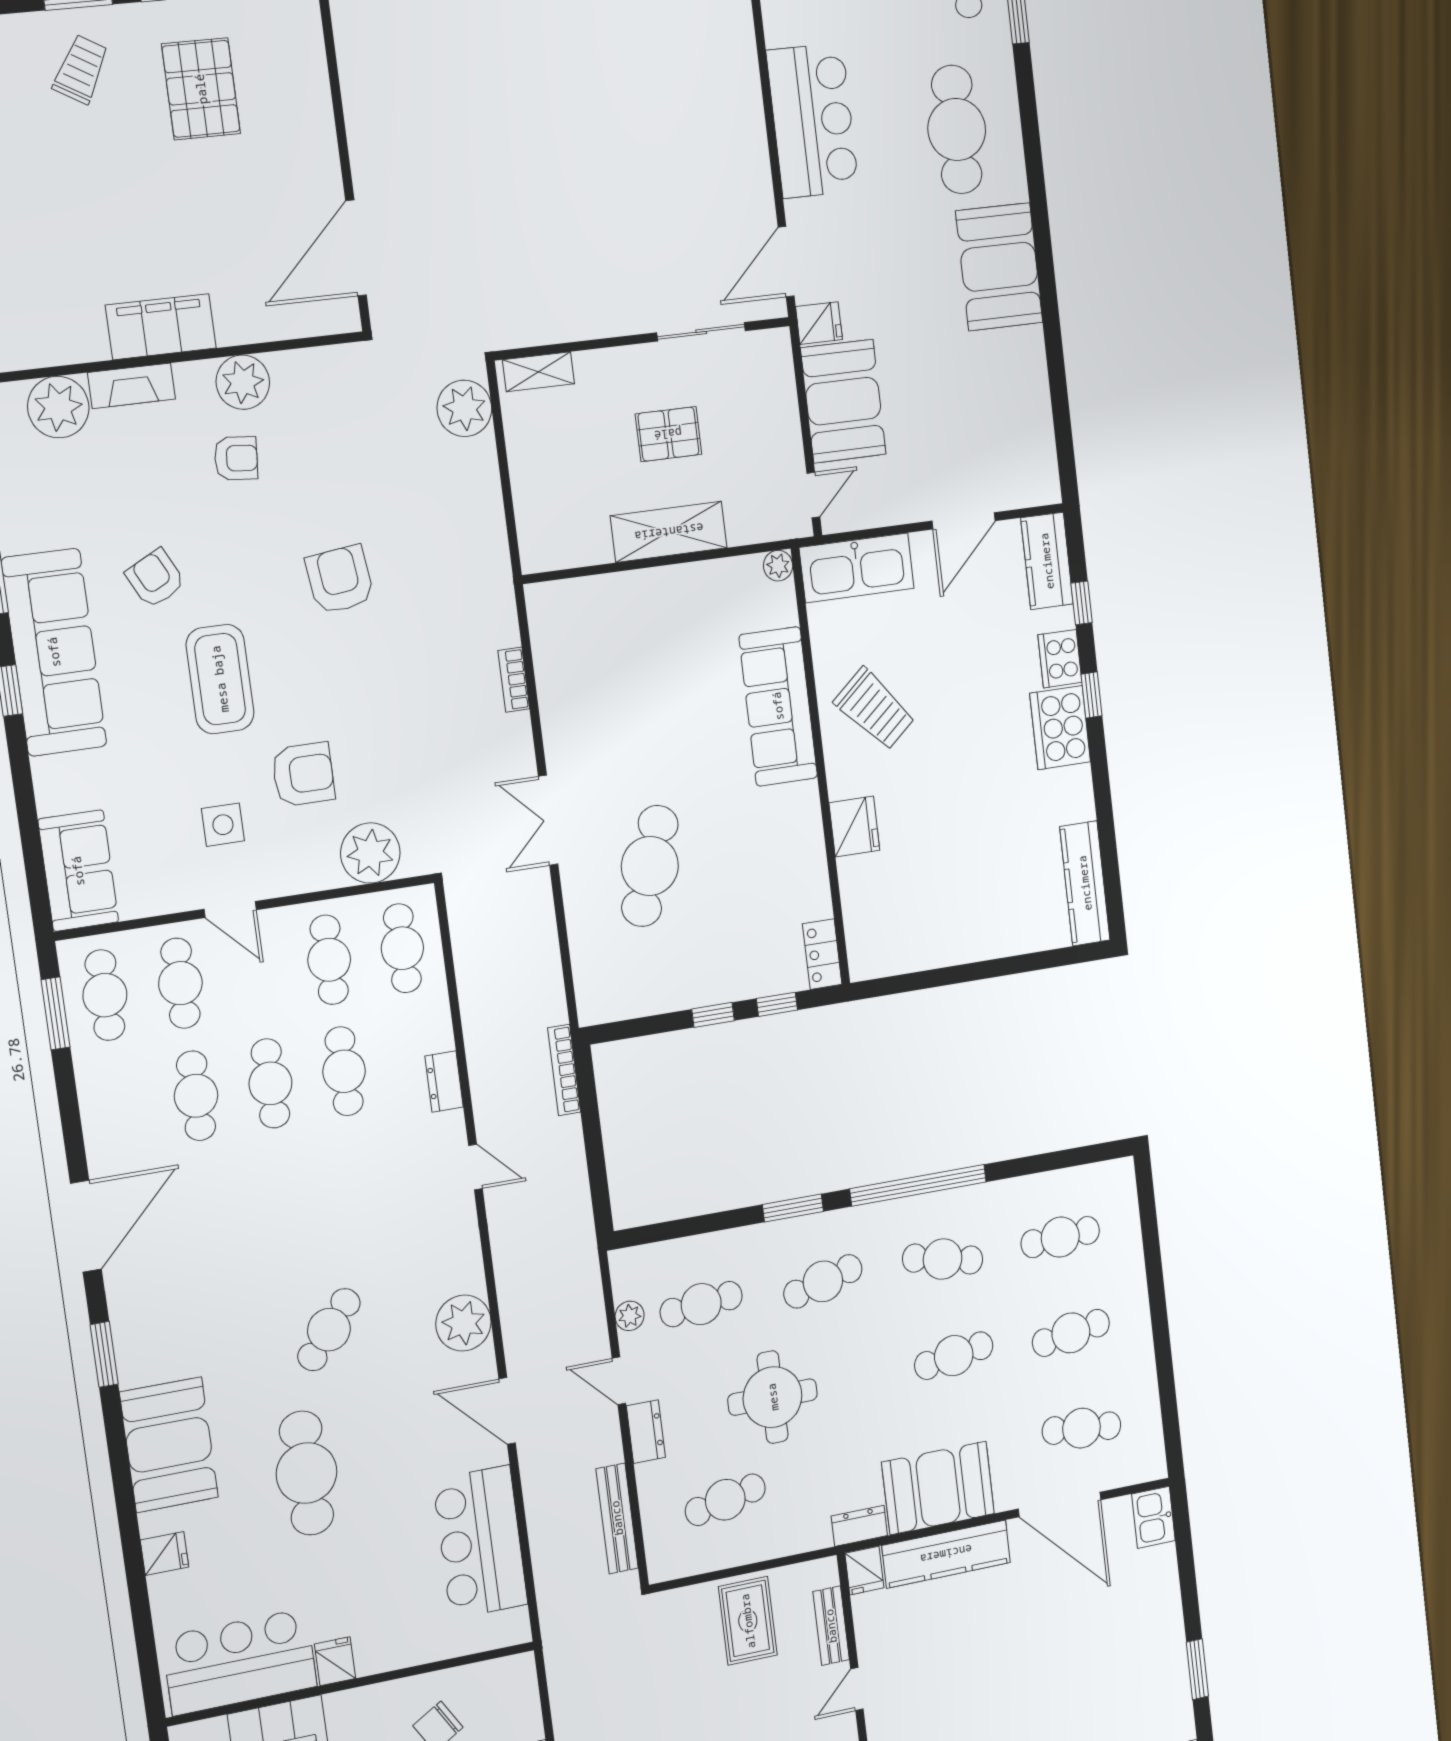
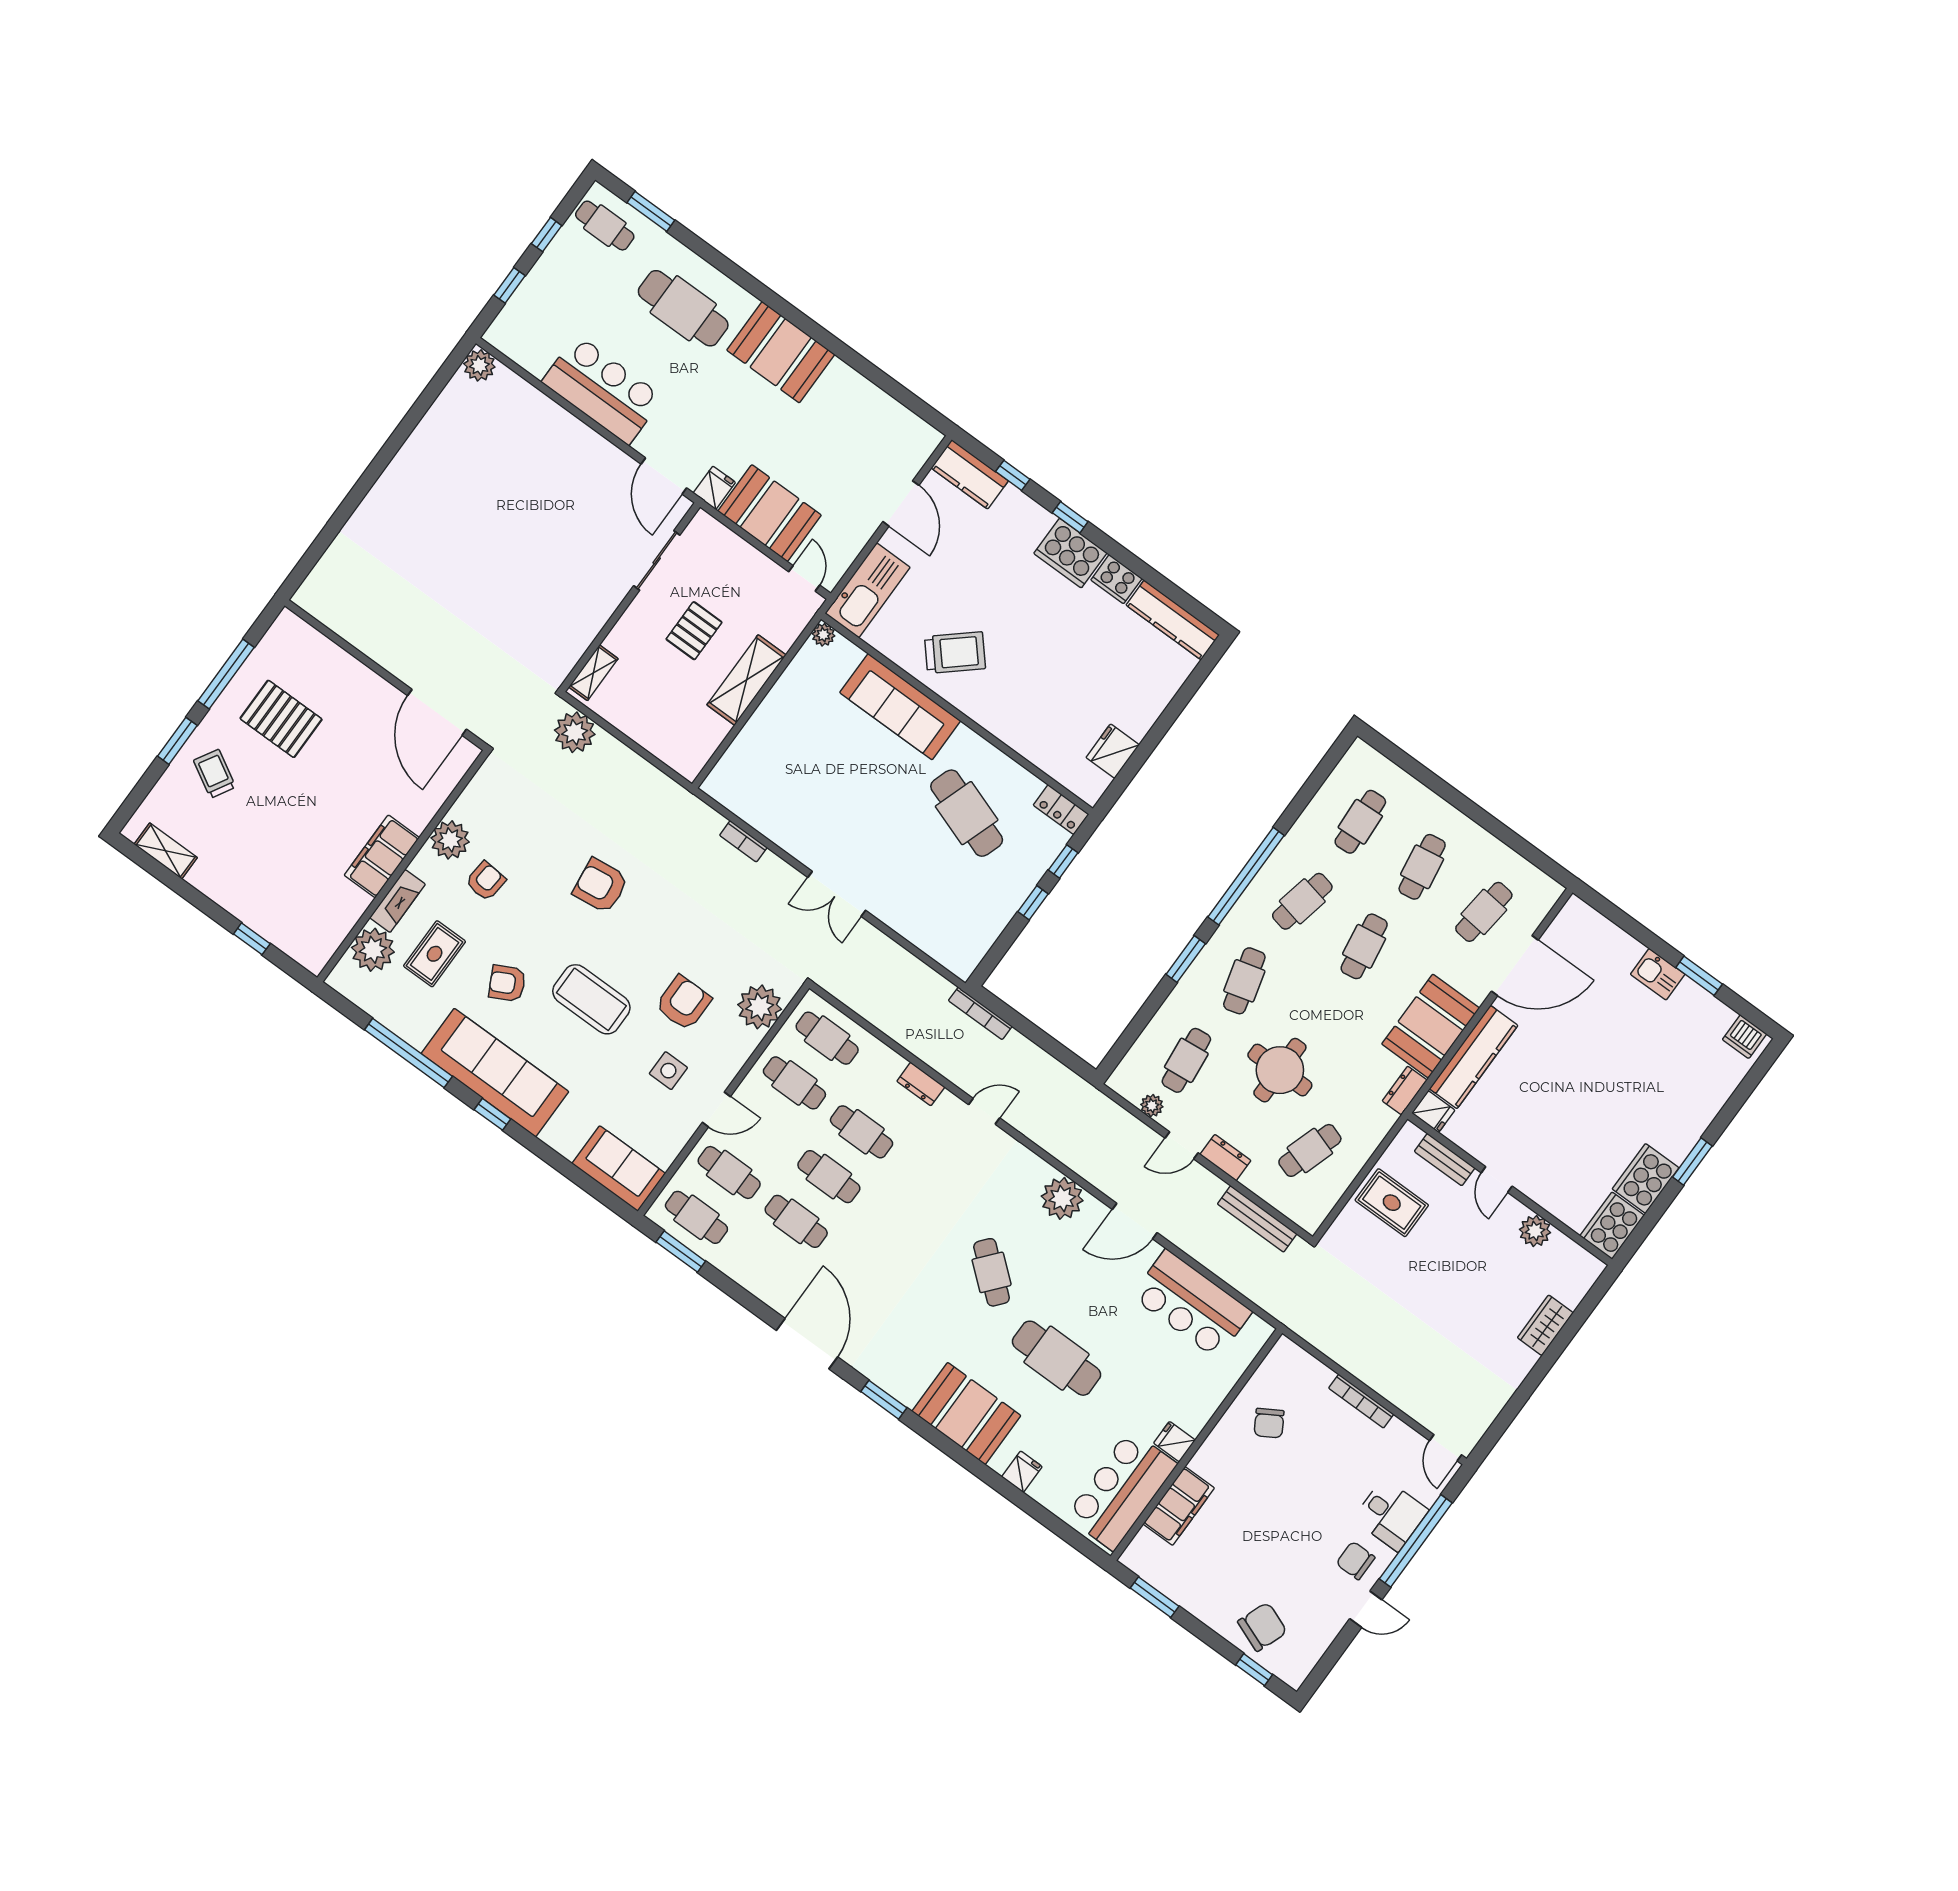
rug: (114, 475) -> (435, 954), added
cooker: (1060, 659) -> (1116, 579), moved
fridge: (854, 826) -> (1113, 751), moved, turned -90
cafe table: (650, 866) -> (967, 813), moved
cafe table: (725, 1500) -> (1310, 1150), turned 30
kitchen sink: (1153, 1517) -> (1658, 974), moved

